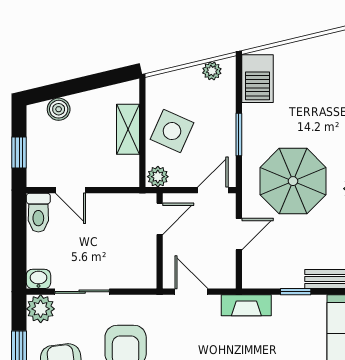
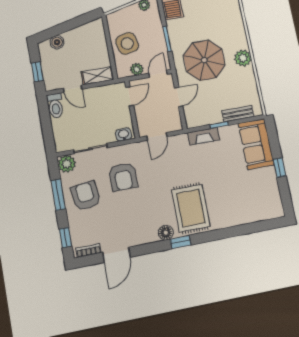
shelving: (128, 129) -> (97, 76), moved, turned 90
side table: (172, 131) -> (127, 43), turned -38
plant: (158, 177) -> (137, 69), moved
washbasin: (38, 279) -> (124, 135), moved
door: (191, 292) -> (157, 136), swing flipped
fireplace: (246, 305) -> (204, 136), moved

